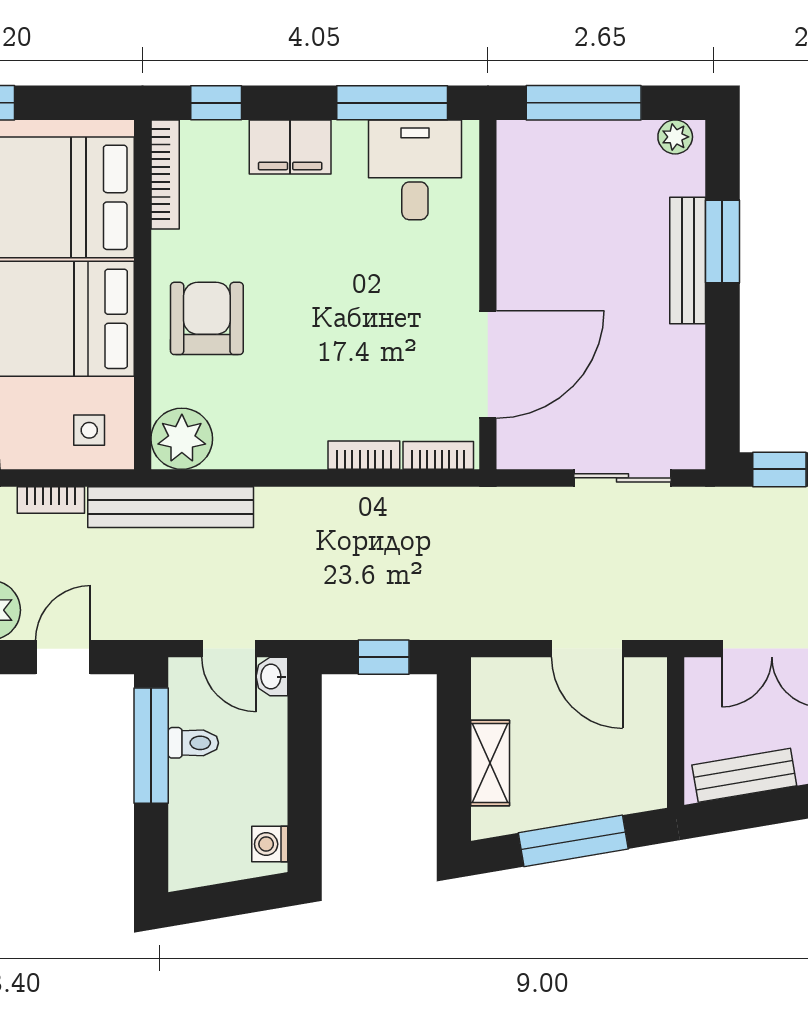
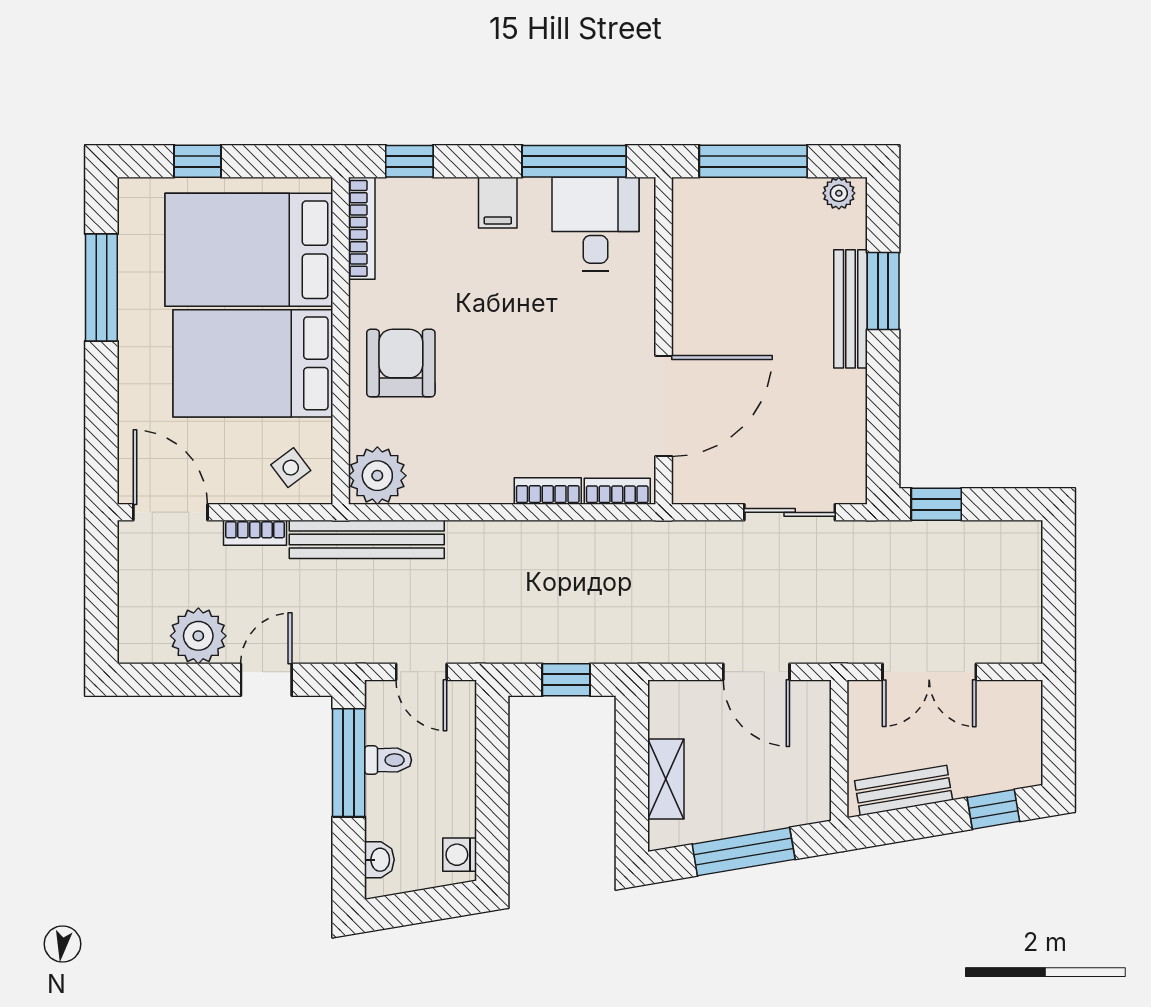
filing cabinet: (290, 147) -> (498, 203), width x0.50
side table: (89, 430) -> (291, 468), turned -37
washbasin: (272, 677) -> (379, 860), moved, turned 180

